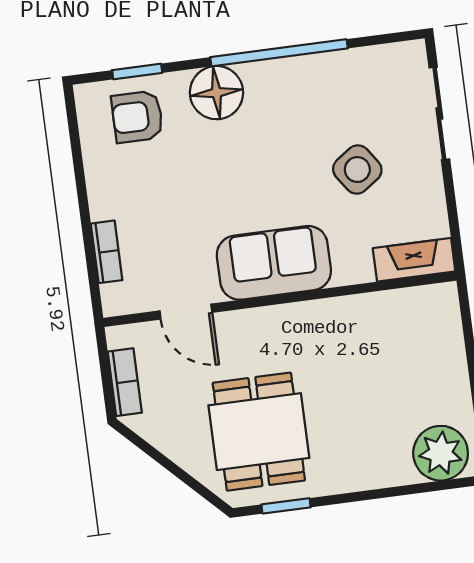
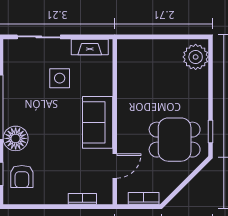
side table: (357, 170) -> (60, 78), turned 35
fireplace: (414, 260) -> (90, 47), moved, turned -90

